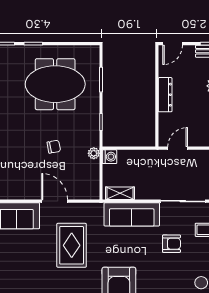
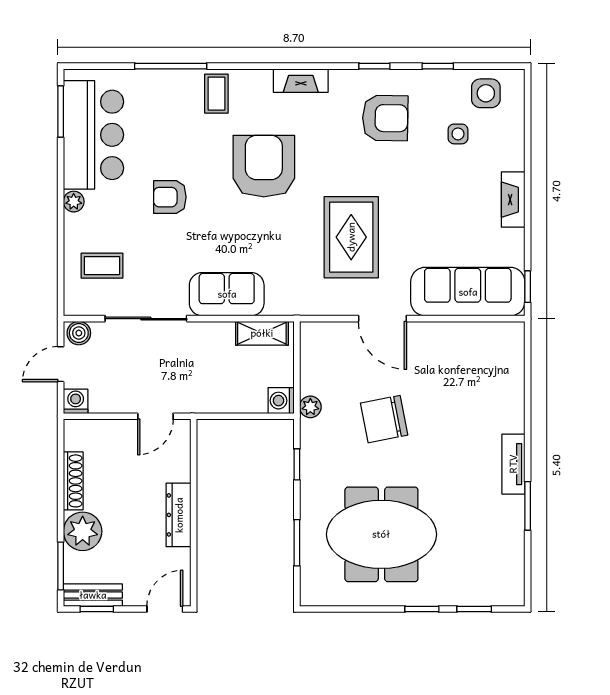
chair: (54, 147) -> (384, 419), width x1.87, depth x1.87
sofa: (132, 214) -> (227, 294), width x0.73
armchair: (171, 244) -> (170, 197), moved

